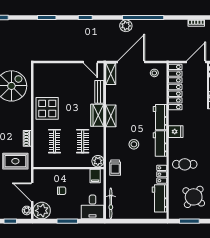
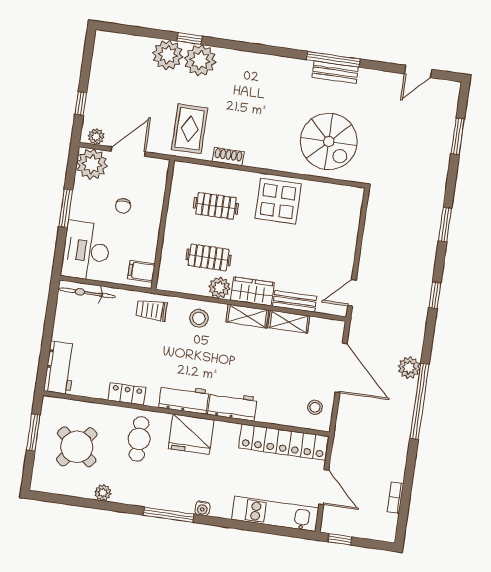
shelving: (111, 74) -> (289, 322), moved
fridge: (176, 132) -> (191, 434), width x1.88, depth x1.34
stool: (134, 144) -> (199, 318), moved
plant: (98, 161) -> (219, 288), moved
workbench: (159, 198) -> (60, 368), moved, turned 90
desk: (93, 207) -> (86, 251), width x1.37

